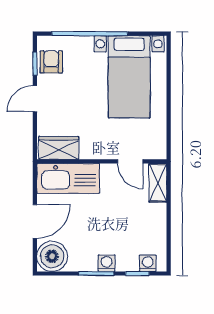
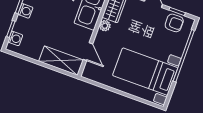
plant: (88, 152) -> (105, 26), added
door: (130, 161) -> (88, 52), swing flipped
shelving: (158, 183) -> (61, 61), width x1.50, depth x1.33

